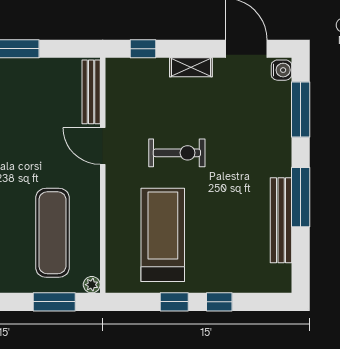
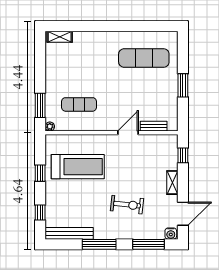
bench: (91, 92) -> (154, 126), width x0.73
exercise bike: (177, 153) -> (127, 205), moved, turned -84
bench: (281, 220) -> (69, 233), moved
exercise mat: (52, 233) -> (79, 104), width x0.73, depth x0.69
window: (219, 302) -> (40, 213), moved

